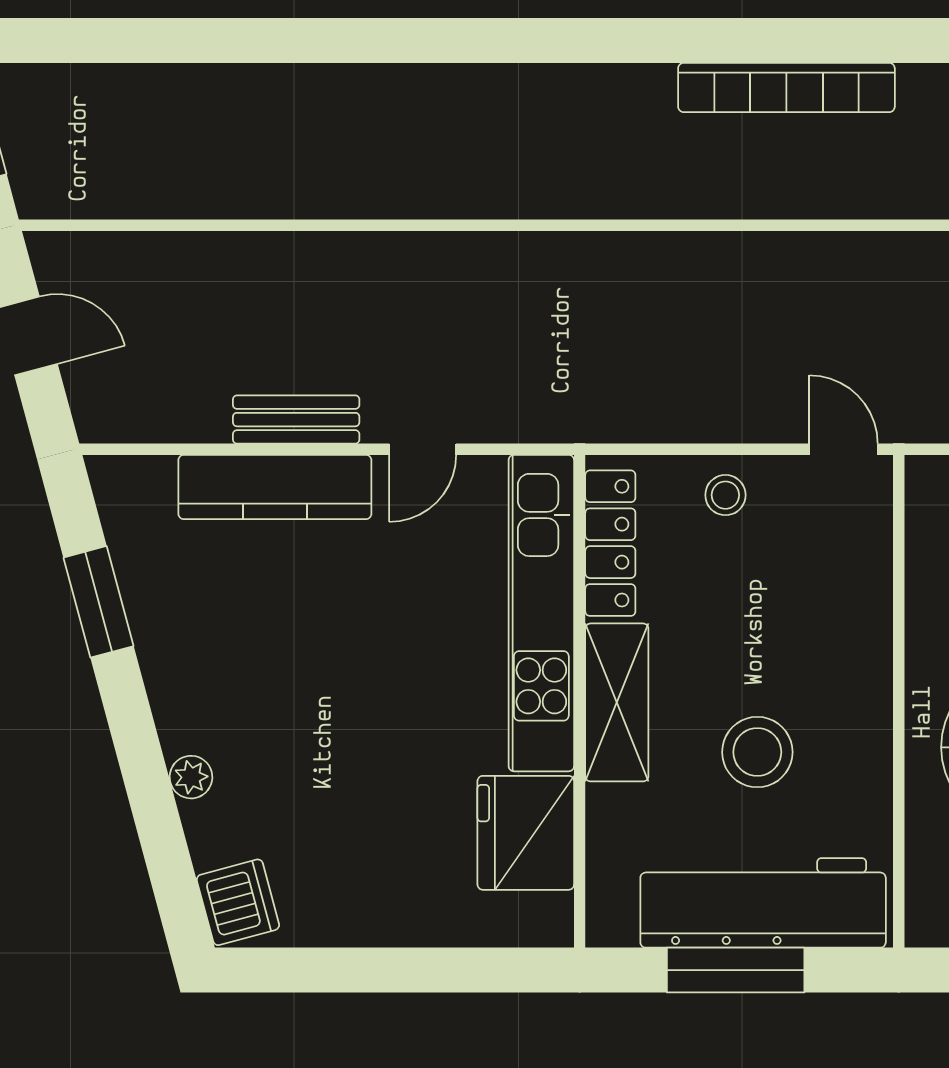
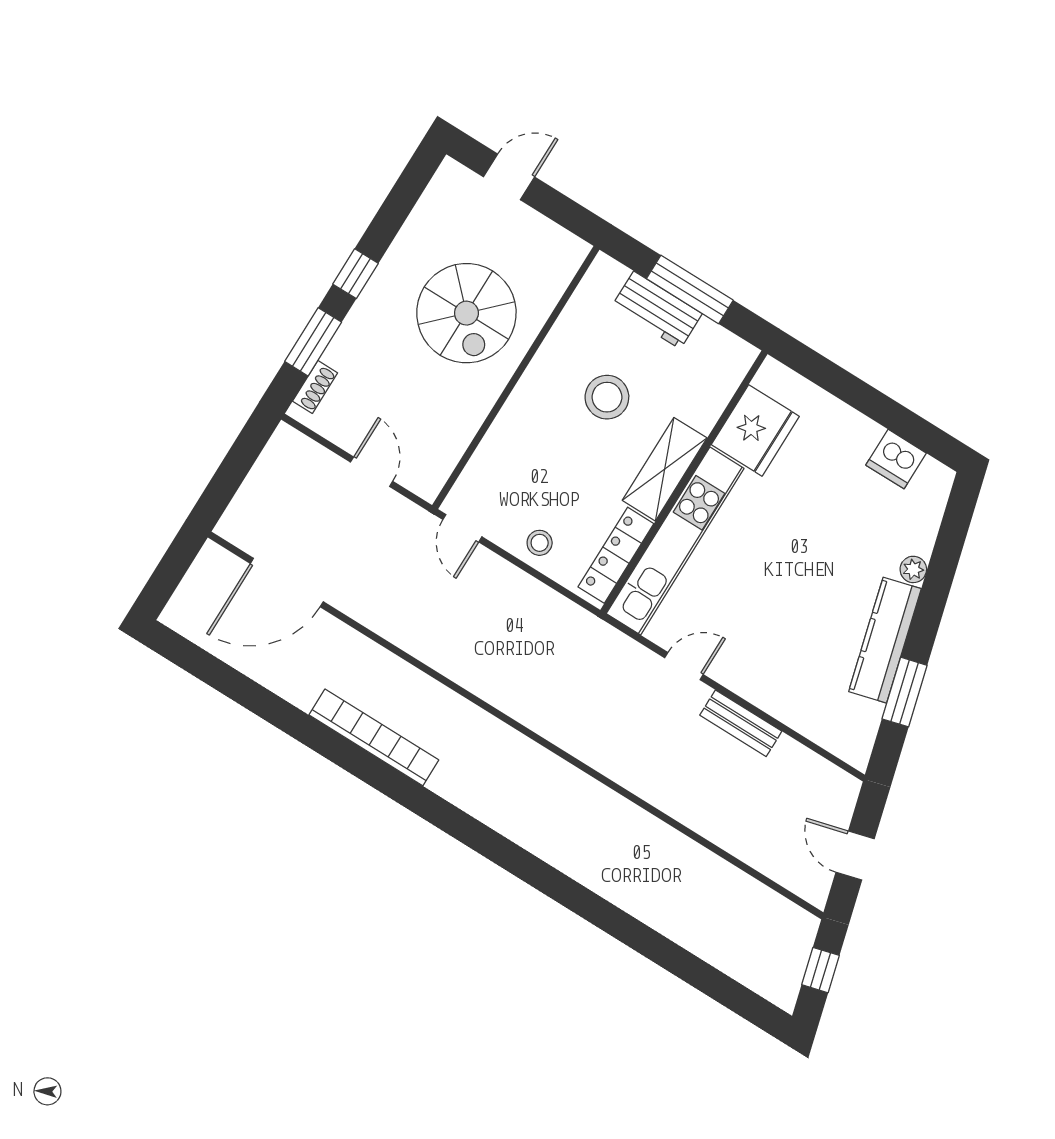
kitchen counter: (275, 487) -> (885, 640), moved, turned -105
dishwasher: (238, 902) -> (896, 459), moved, turned -75
workbench: (763, 903) -> (657, 310), width x0.53, depth x0.76

